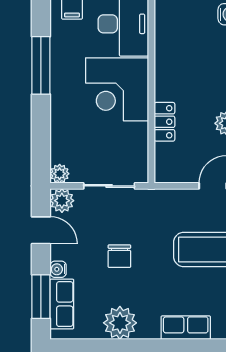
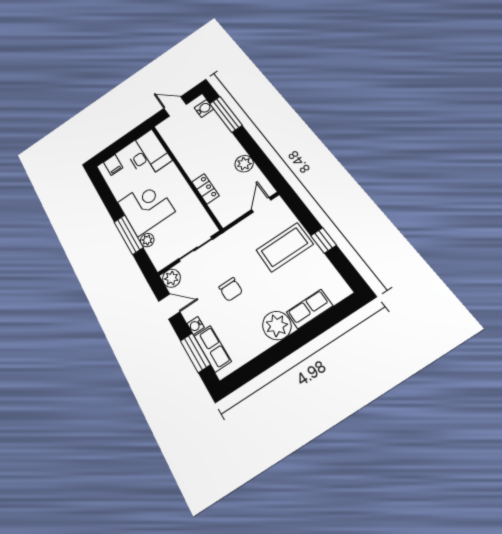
window: (41, 65) -> (129, 235), moved
corner desk: (117, 89) -> (146, 207), moved, turned 180
plant: (60, 174) -> (147, 240), moved
plant: (120, 323) -> (277, 326), moved

